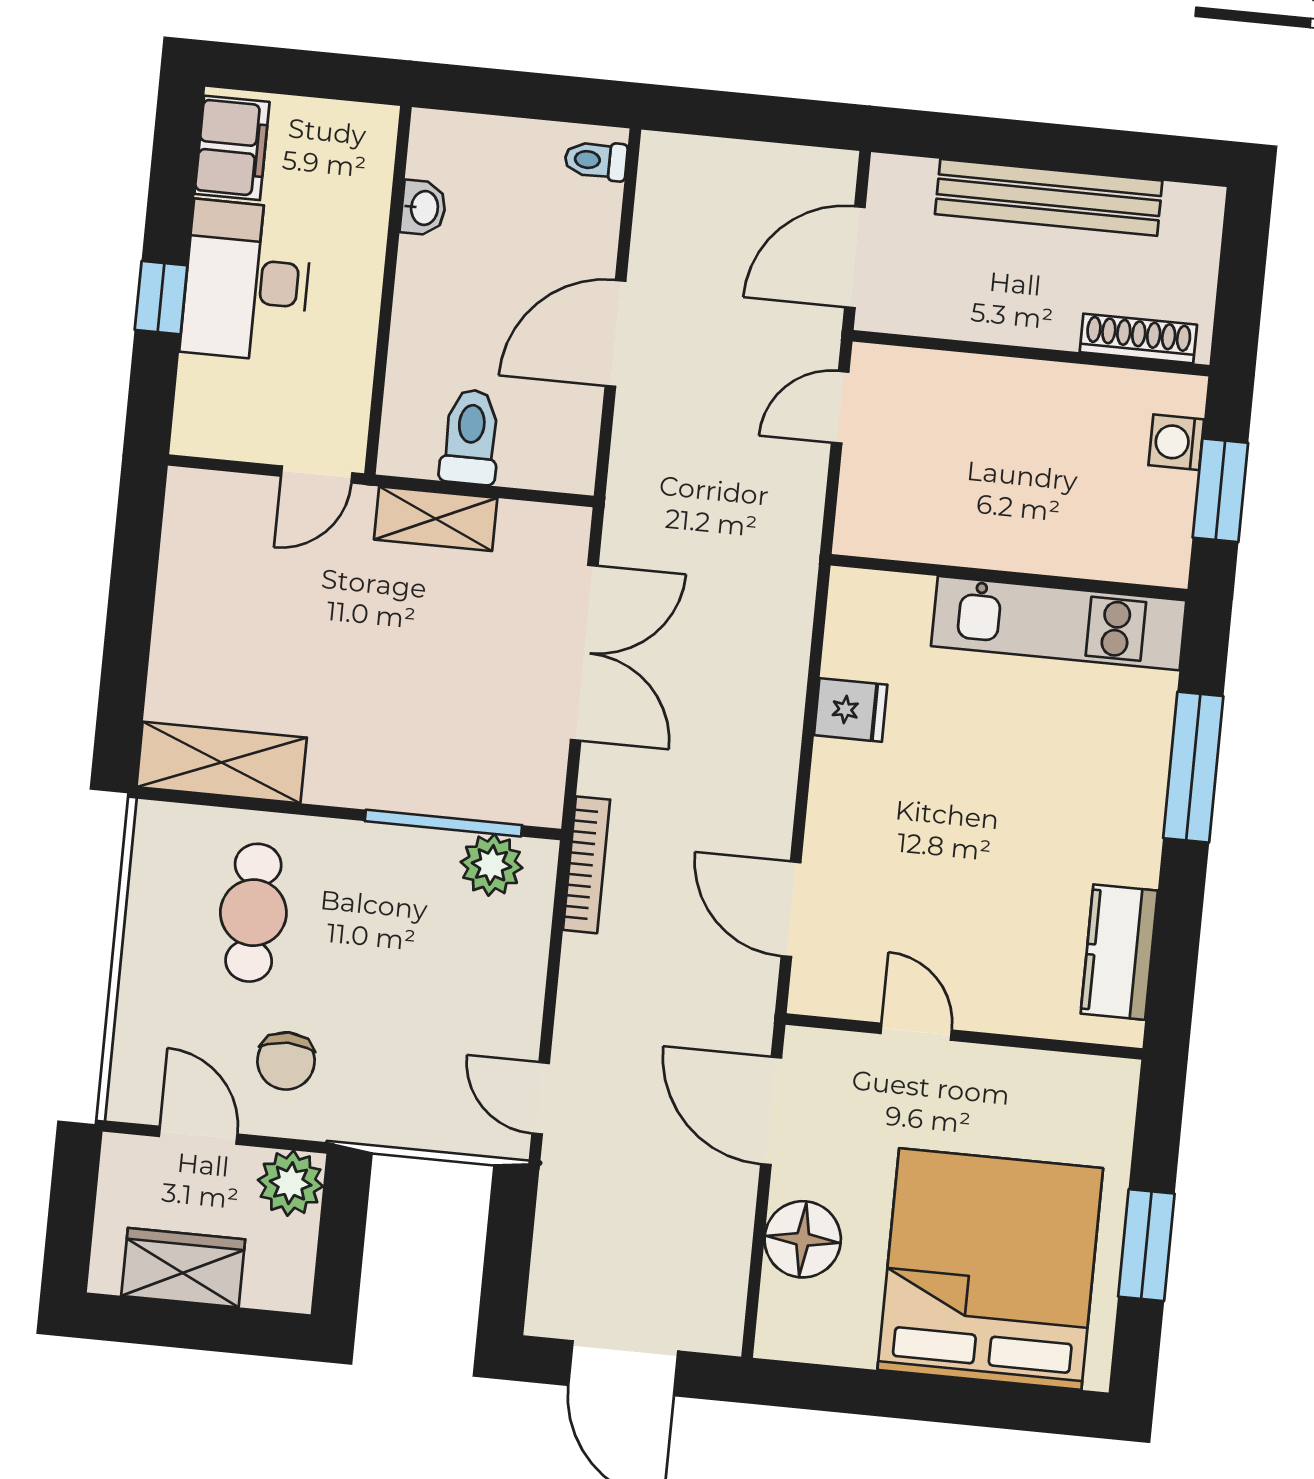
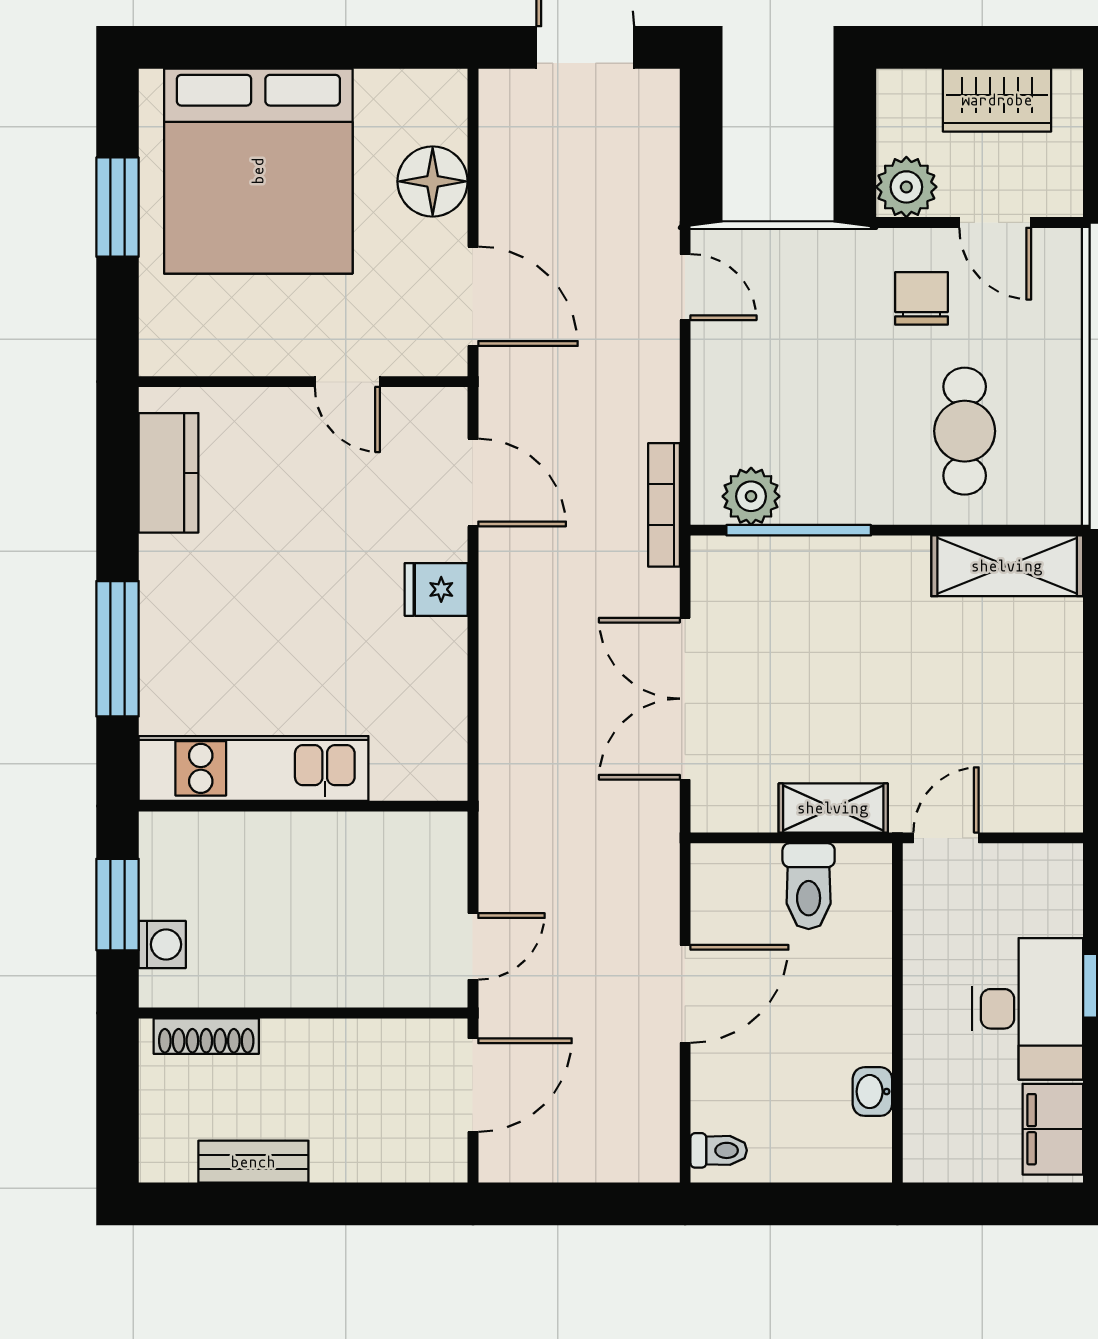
bench: (1049, 197) -> (253, 1162), width x0.54, depth x0.82
fridge: (851, 710) -> (436, 589), moved

